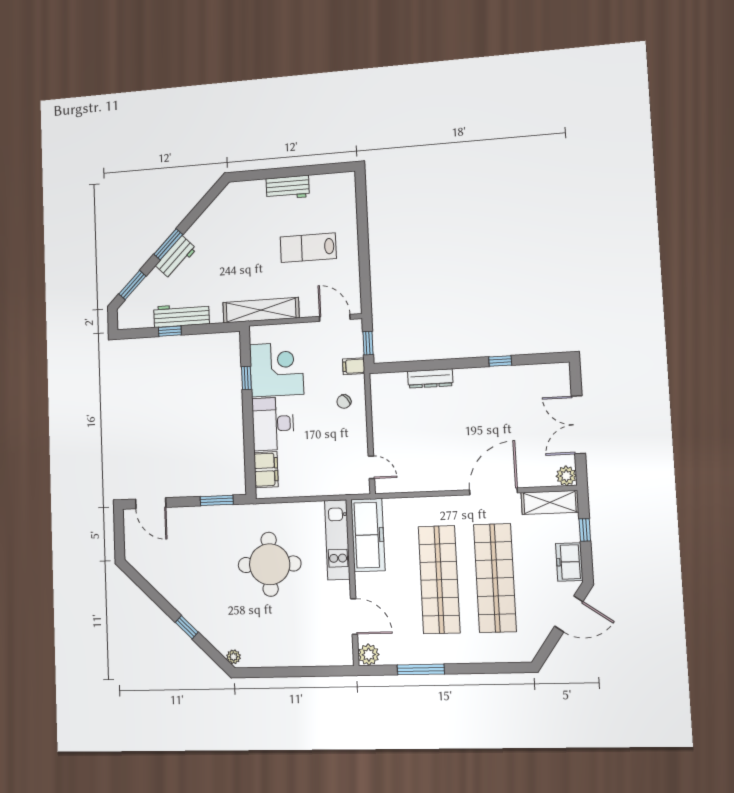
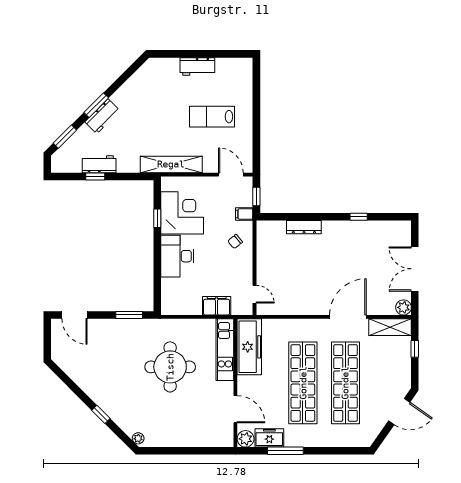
workbench: (182, 315) -> (99, 164), width x0.73
filing cabinet: (266, 470) -> (217, 306), moved, turned -90
freezer: (569, 562) -> (269, 438), moved, turned 90

